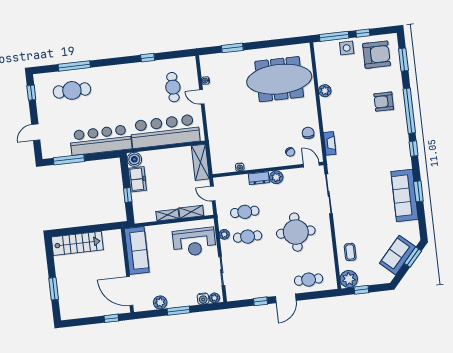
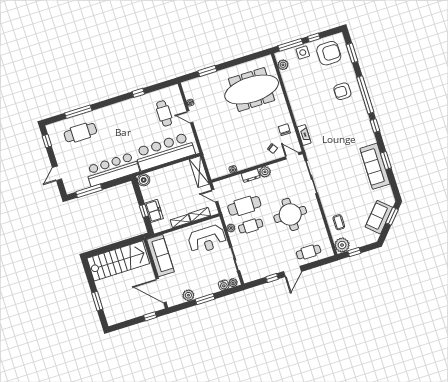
plant: (325, 91) -> (283, 65), moved
freezer: (137, 179) -> (154, 211), moved
cafe table: (245, 212) -> (244, 206), width x1.37, depth x1.35
stairs: (77, 243) -> (118, 261), width x1.36, depth x1.51

